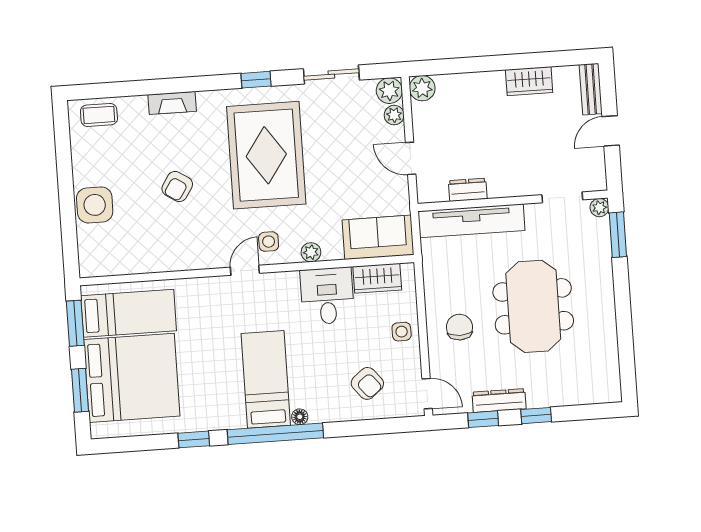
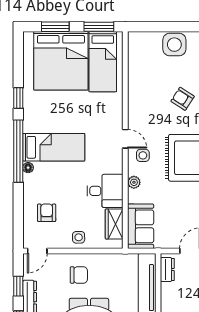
dresser: (468, 190) -> (167, 270), moved
armchair: (367, 383) -> (47, 213), turned 129

